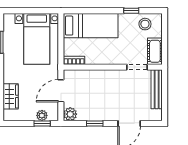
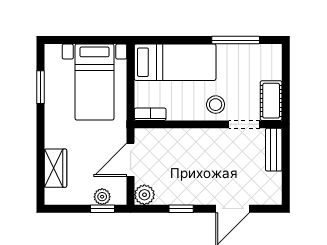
window: (131, 11) -> (236, 40), width x2.17
stool: (145, 24) -> (216, 105), moved
bench: (157, 89) -> (274, 150), width x0.73

